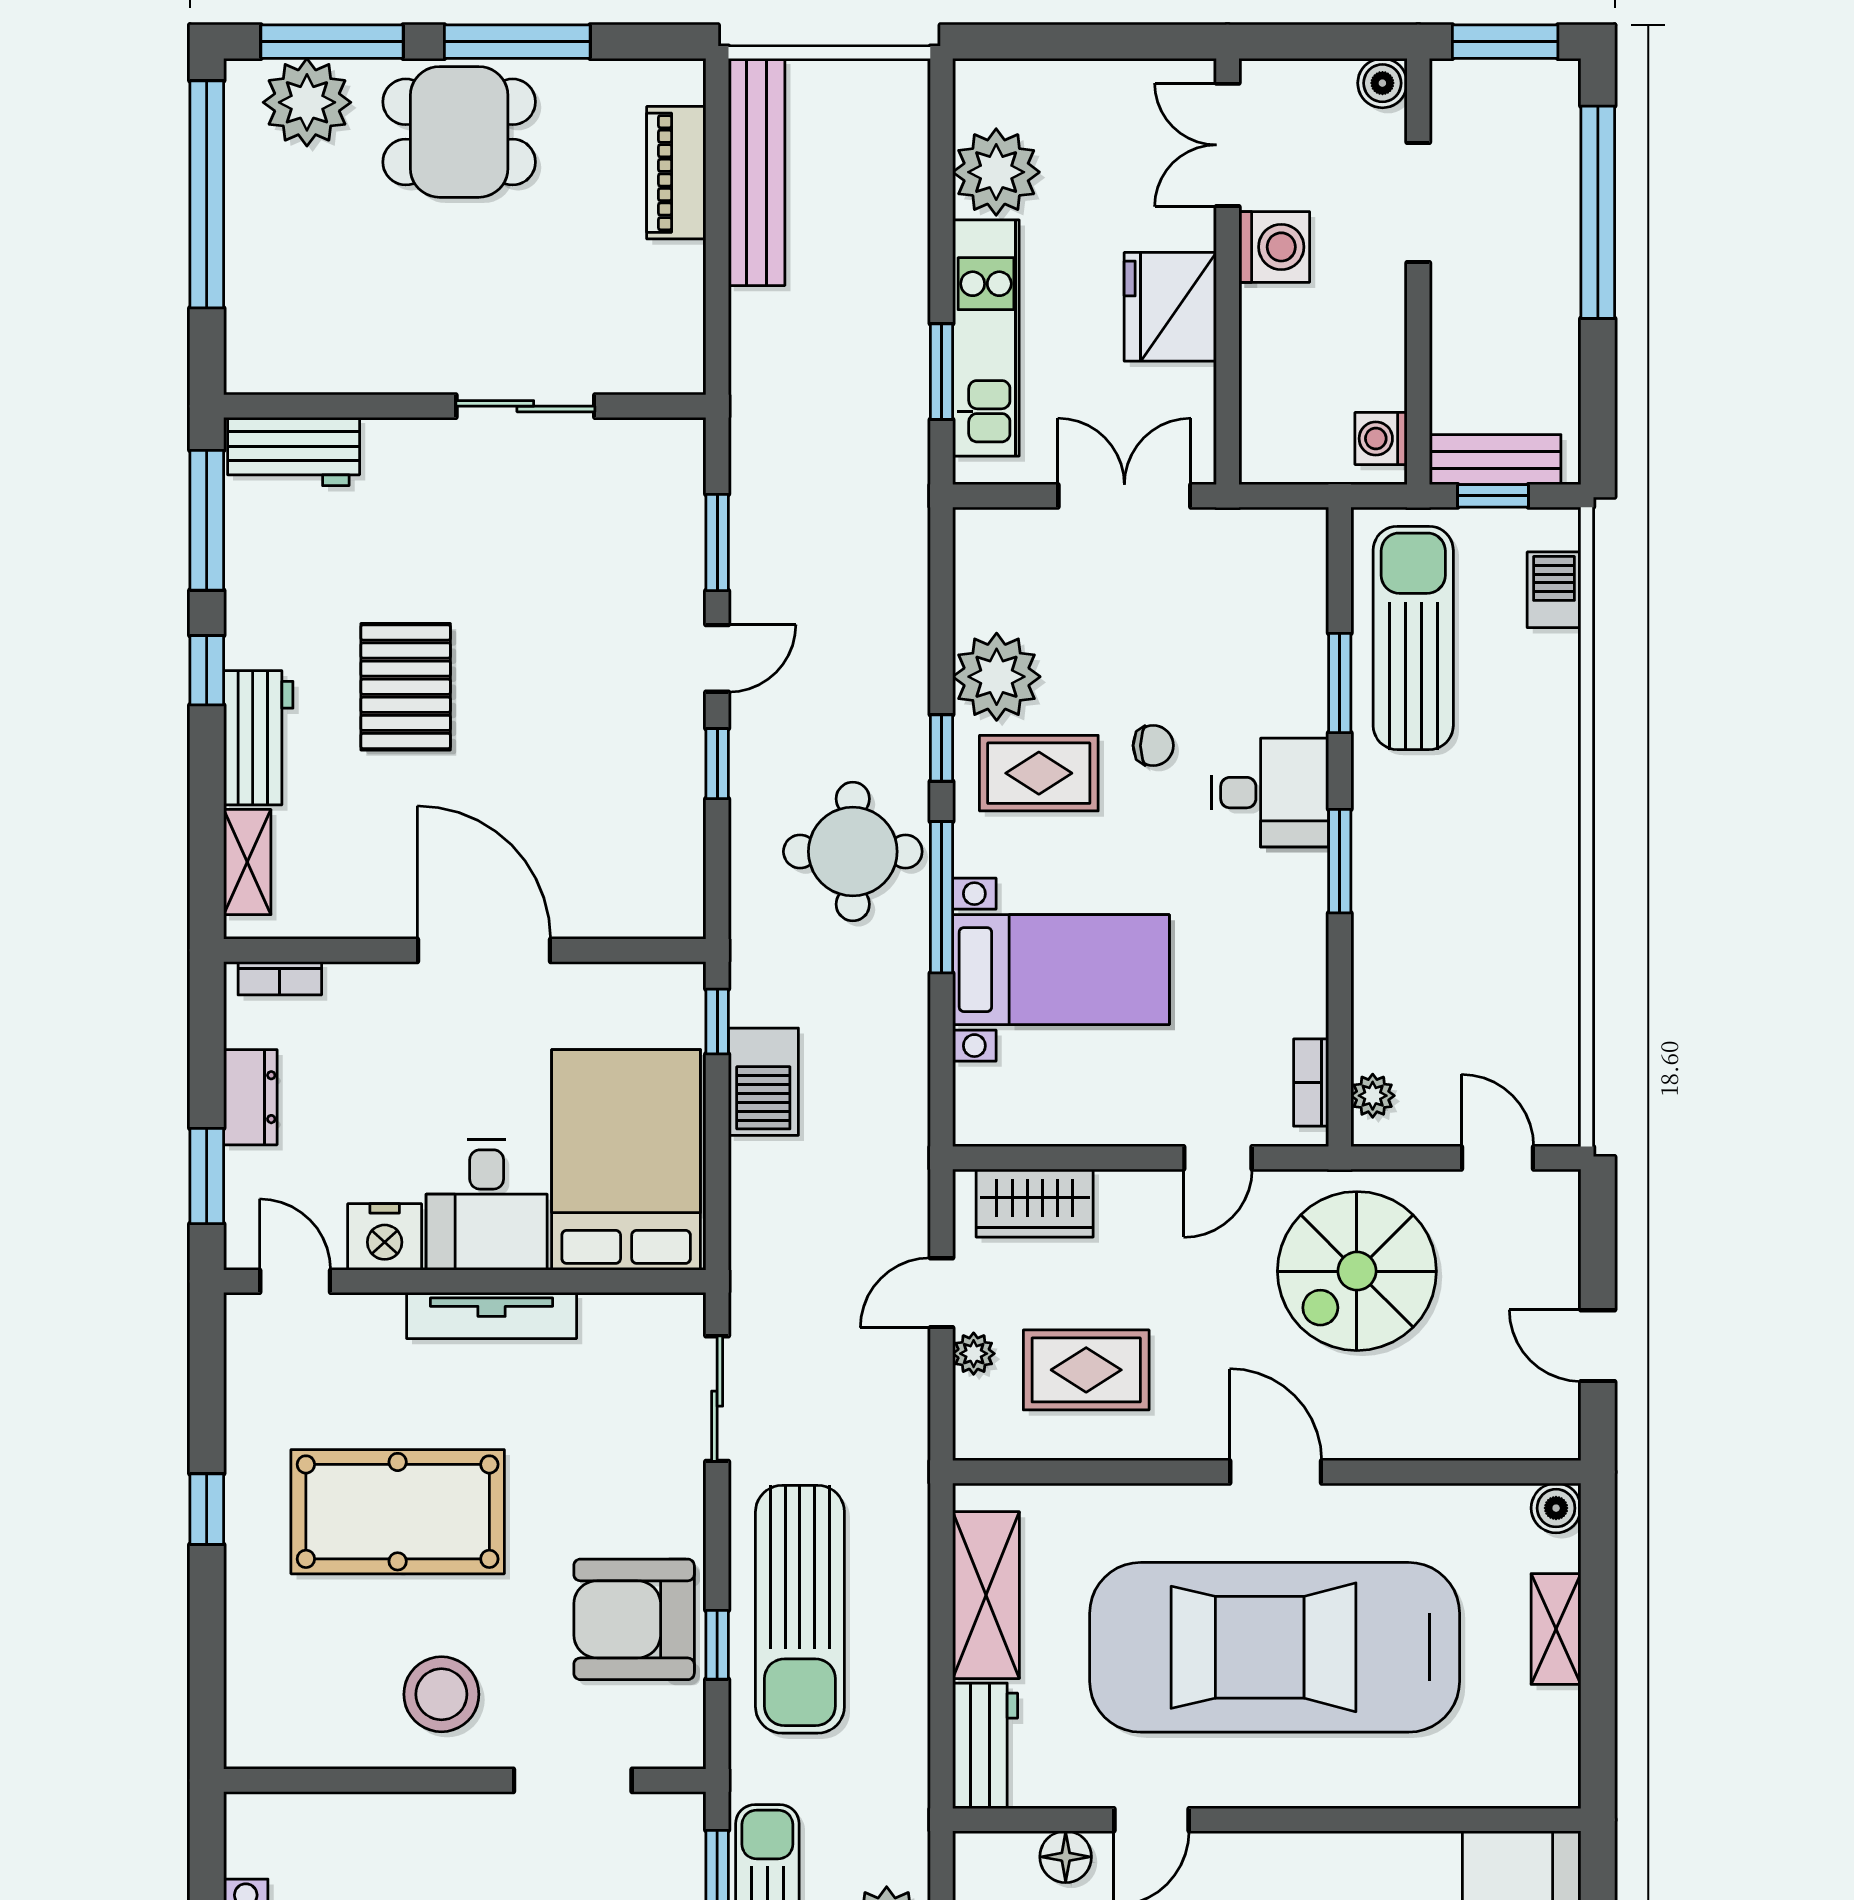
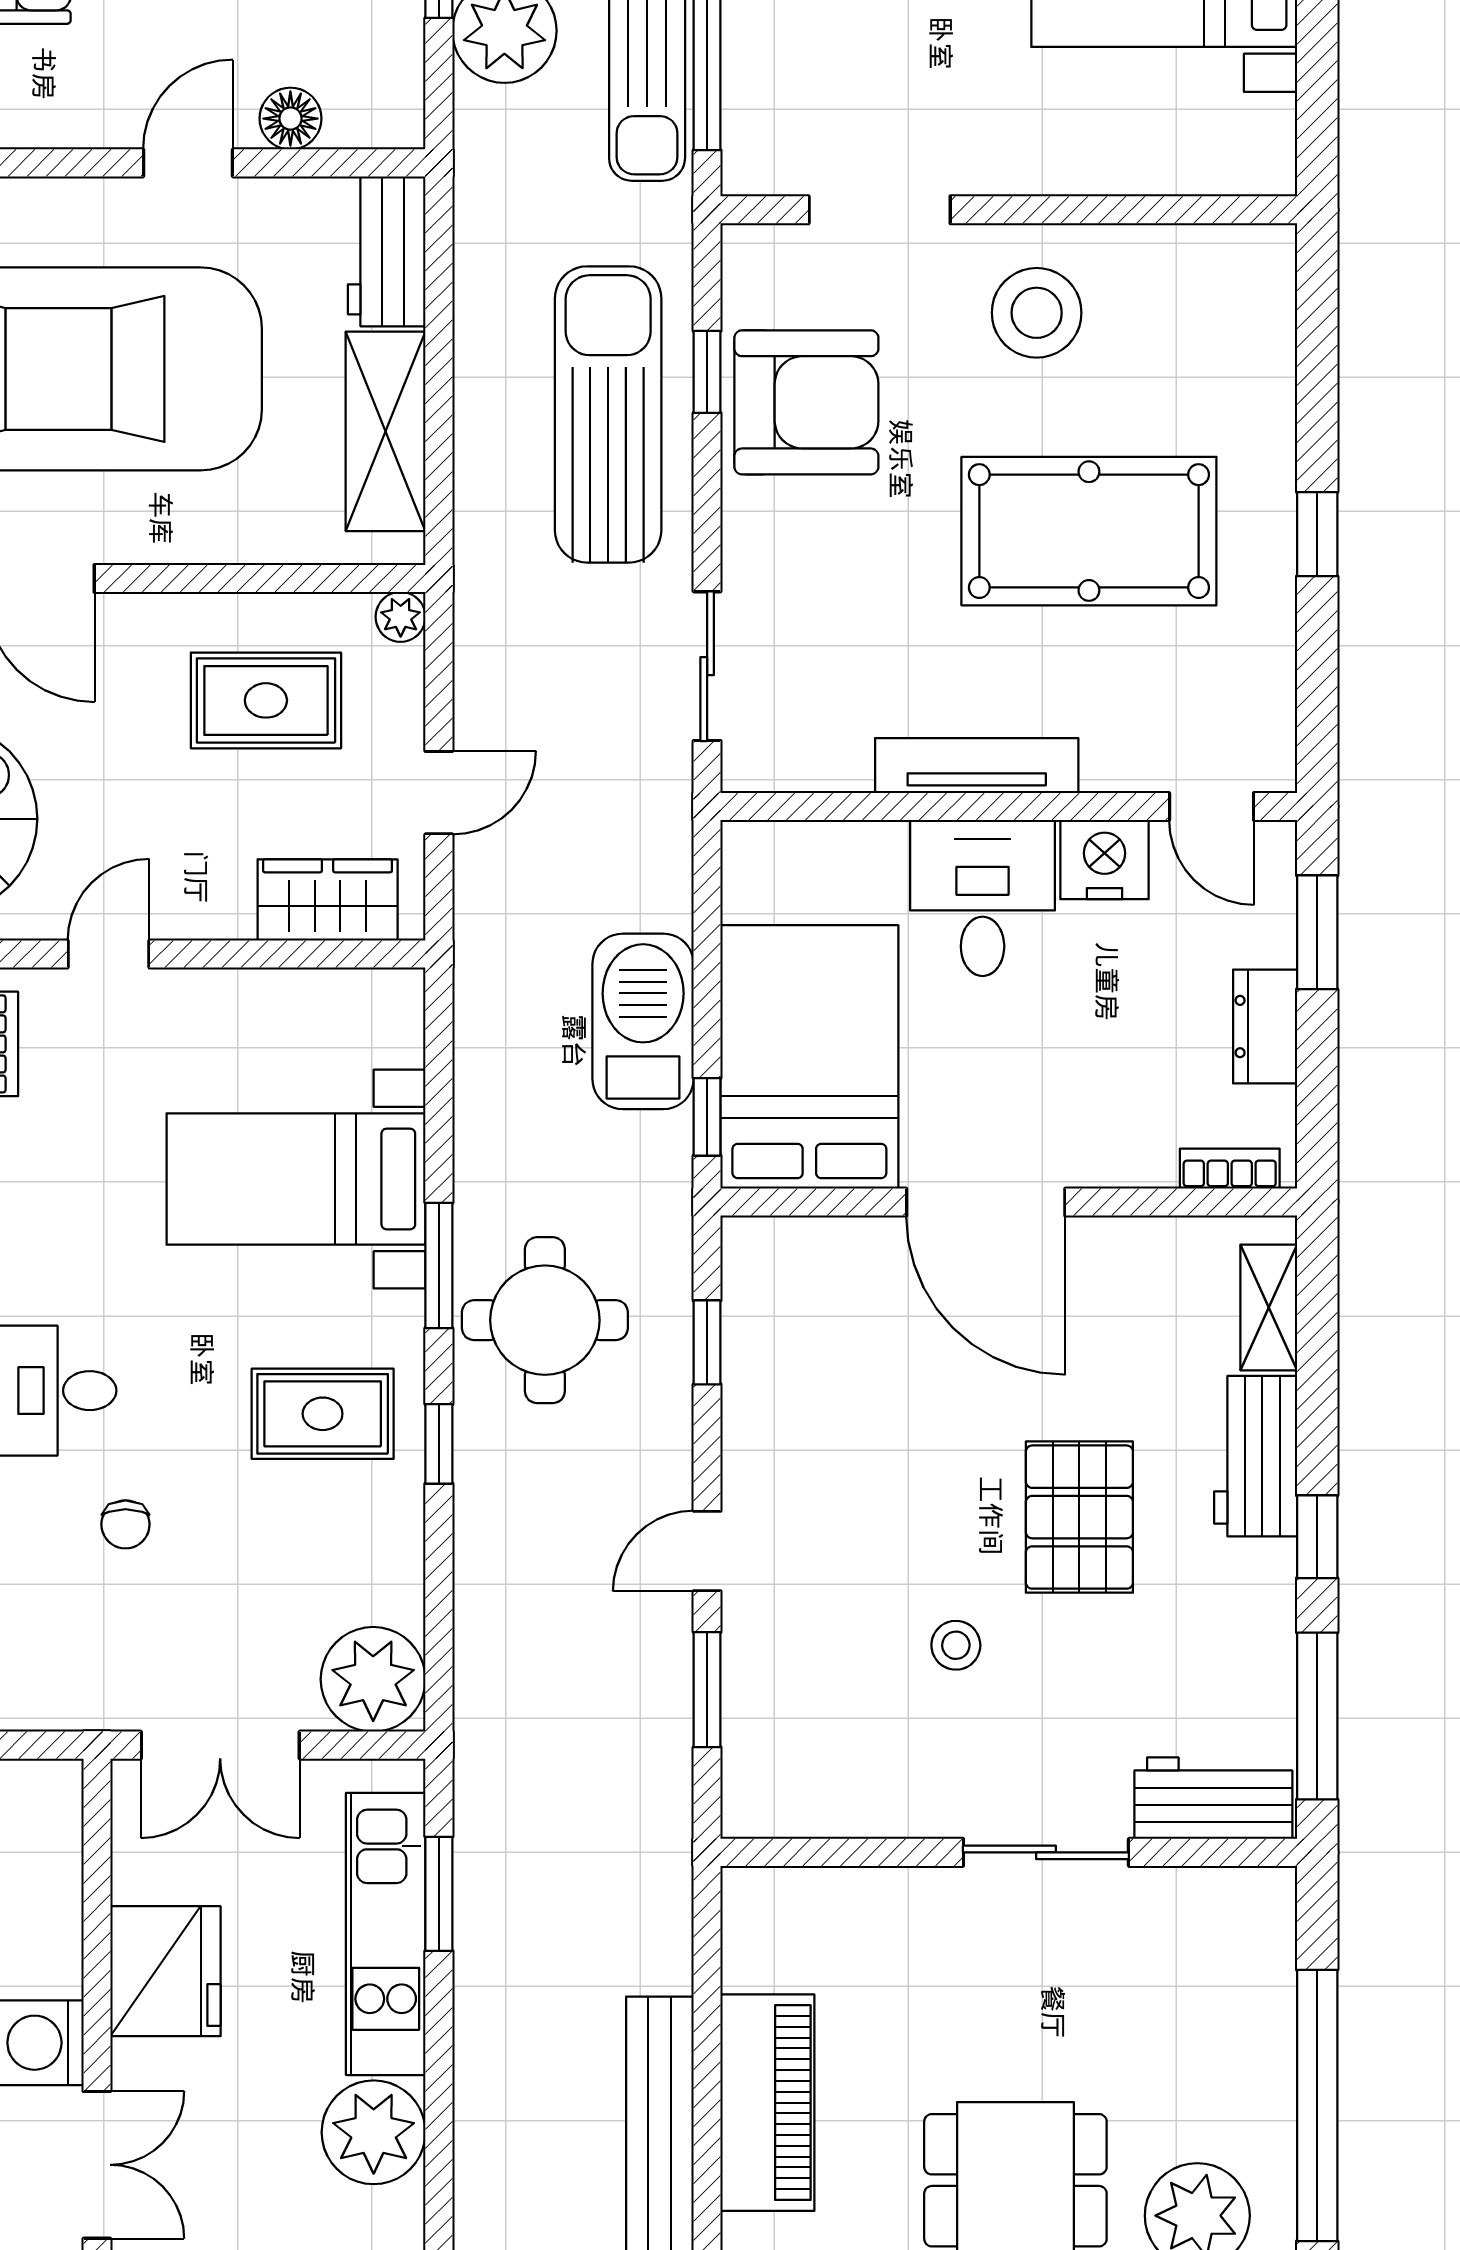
piano: (676, 173) -> (767, 2103), width x1.37, depth x1.33
sliding door: (525, 406) -> (1046, 1852), moved
stool: (509, 580) -> (956, 1645), added
plant: (997, 677) -> (373, 1679), moved
chair: (1153, 746) -> (125, 1524), moved, turned -90
window: (717, 764) -> (707, 1342), moved
window: (941, 897) -> (439, 1265), width x0.69
barbecue: (763, 1082) -> (643, 1021), width x1.37, depth x1.21
bed: (626, 1160) -> (809, 1057), moved, turned 180
plant: (974, 1354) -> (401, 617), moved

